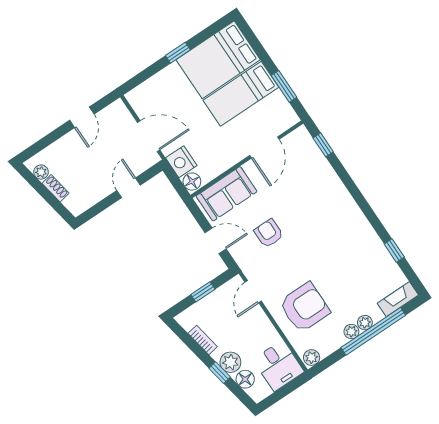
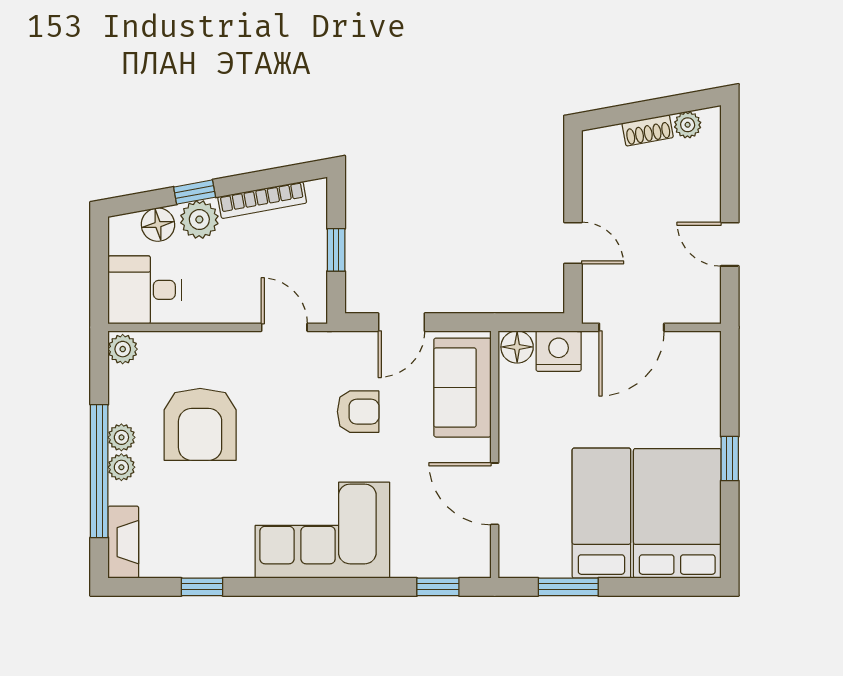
corner sofa: (333, 214) -> (322, 530), added
armchair: (305, 307) -> (200, 424), moved
bookcase: (203, 340) -> (262, 200), width x1.56

